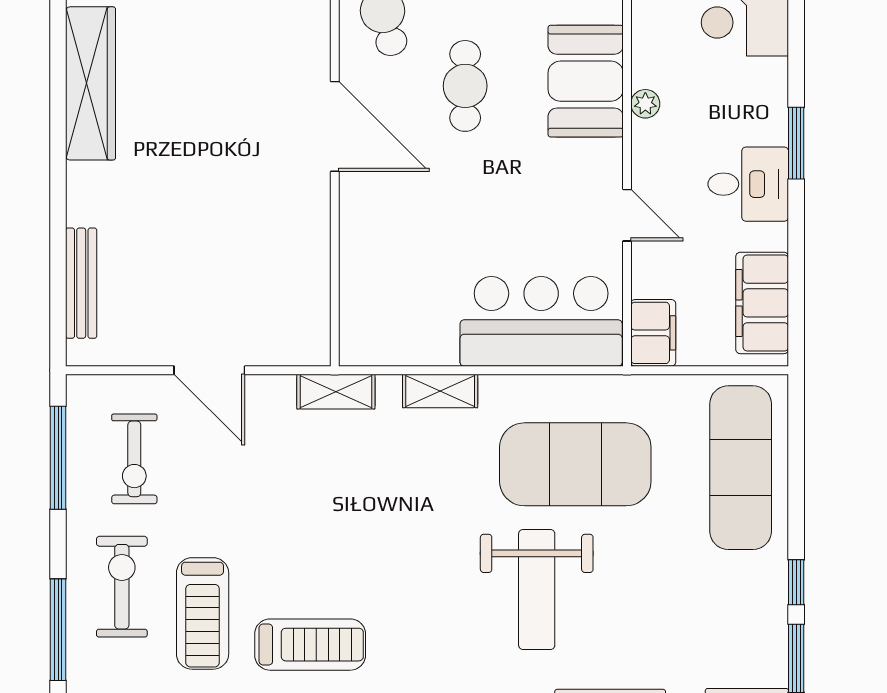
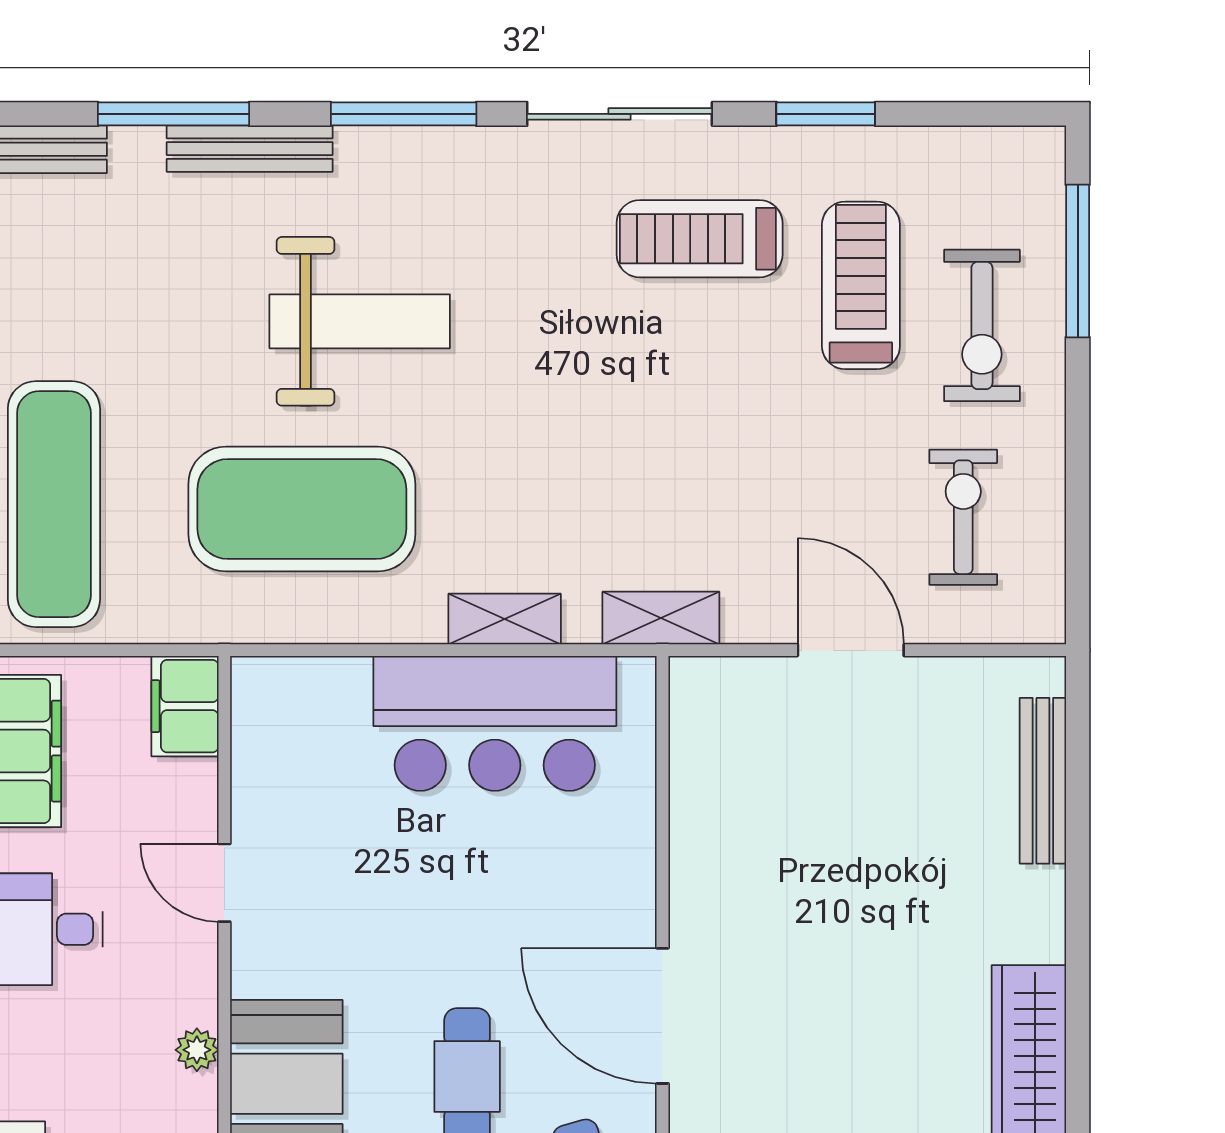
bar counter: (541, 321) -> (495, 723), moved
window: (58, 458) -> (1078, 519), removed
weight bench: (537, 589) -> (360, 321), turned 90

